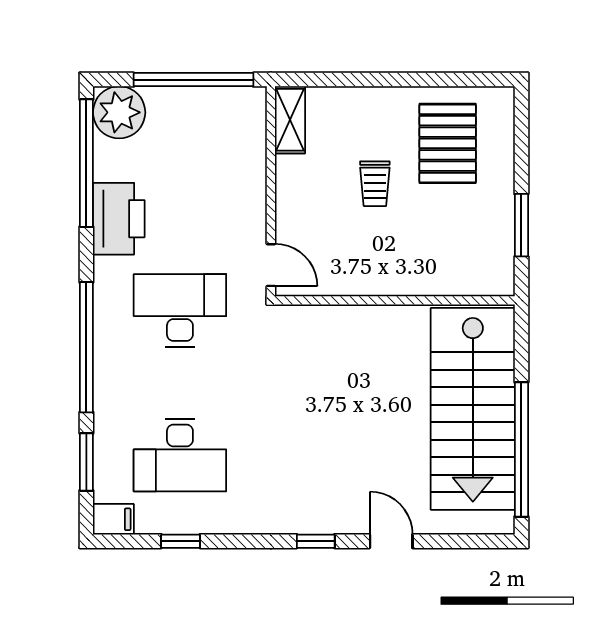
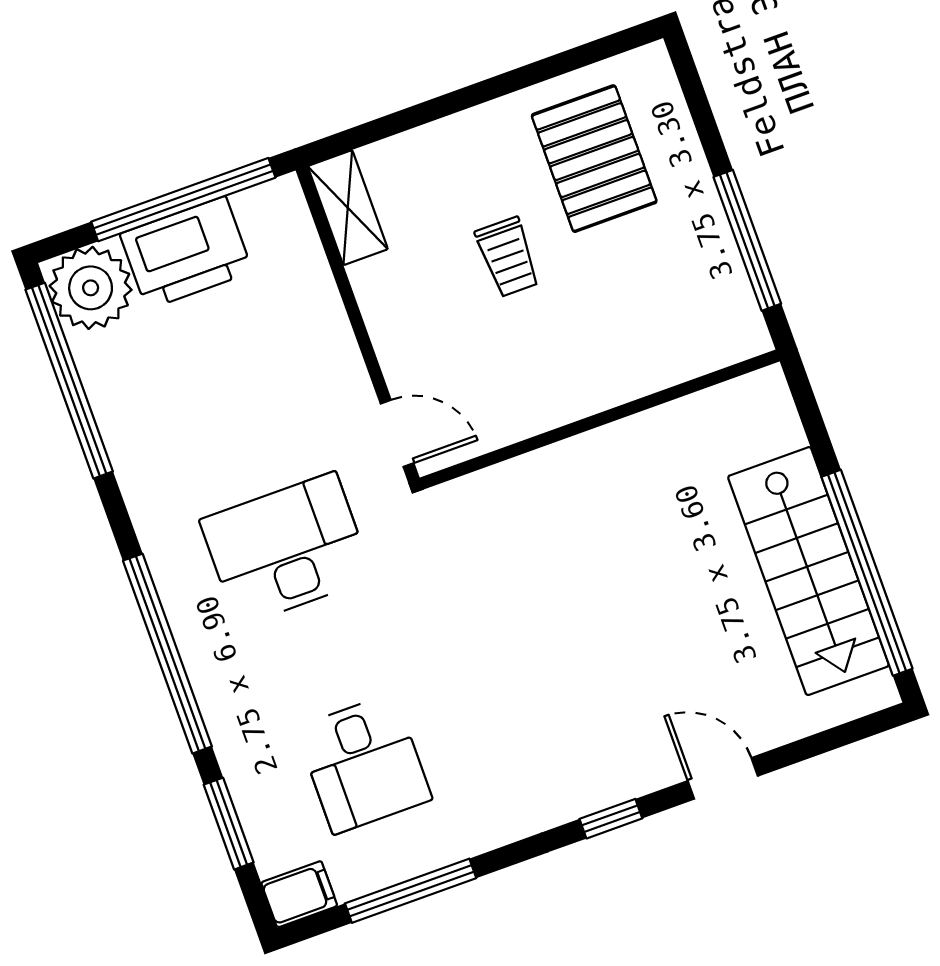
printer: (119, 219) -> (186, 253), moved, turned 90
window: (521, 225) -> (747, 240), width x1.44
stairs: (473, 409) -> (808, 571), width x0.73, depth x0.66
desk: (180, 455) -> (364, 764), width x0.73
window: (181, 541) -> (411, 891), width x2.17

